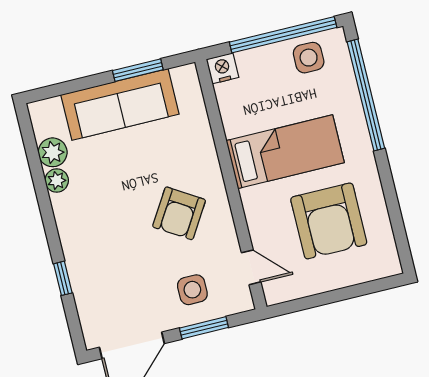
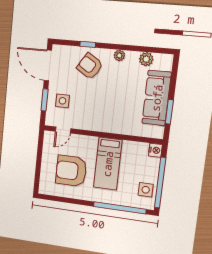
plant: (57, 181) -> (119, 55), moved
armchair: (179, 213) -> (90, 66), moved

